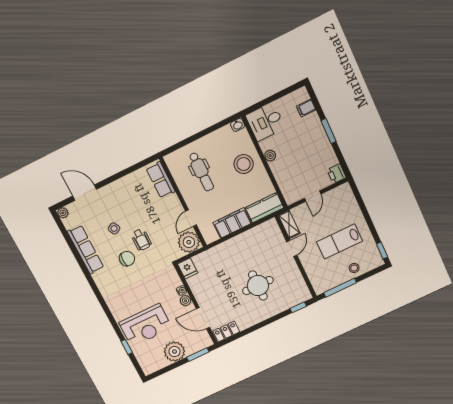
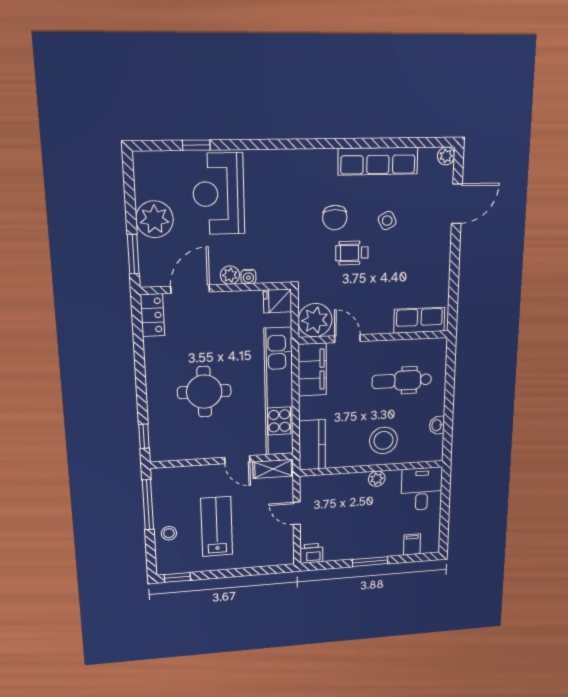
washbasin: (238, 125) -> (437, 425), moved
filing cabinet: (232, 223) -> (312, 370), moved
kitchen unit: (240, 243) -> (279, 392), added

